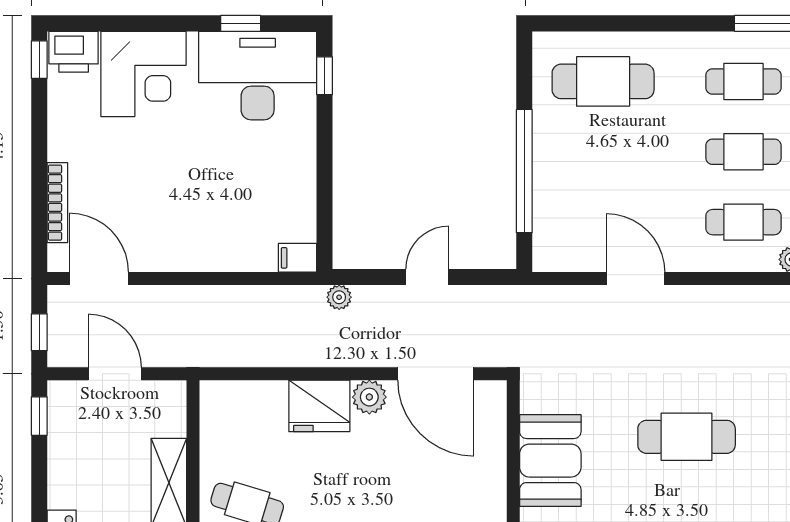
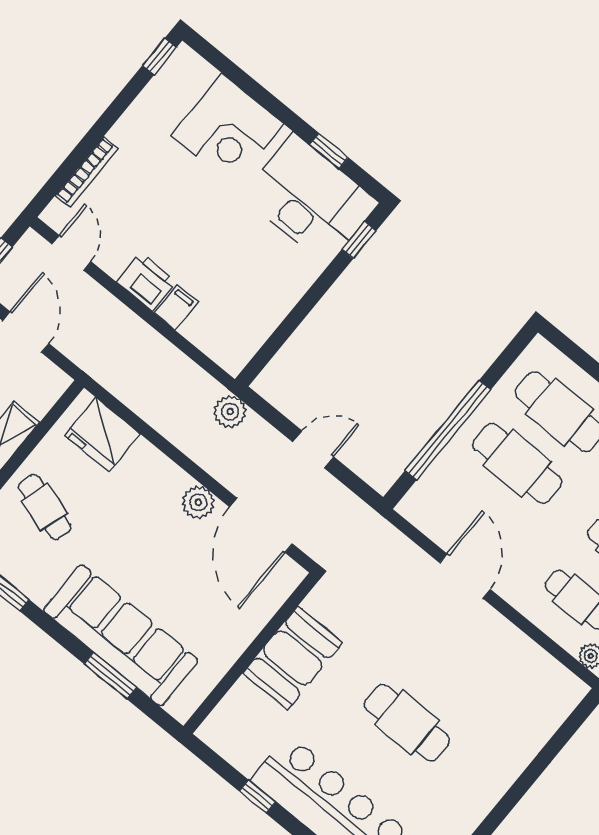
printer: (74, 52) -> (146, 281), moved, turned 180
cafe table: (603, 152) -> (517, 463), added
filing cabinet: (297, 258) -> (176, 307), moved, turned 90
door: (99, 279) -> (71, 253), width x0.73
plant: (339, 297) -> (230, 412), width x1.38, depth x1.38
fridge: (319, 406) -> (102, 434), moved

